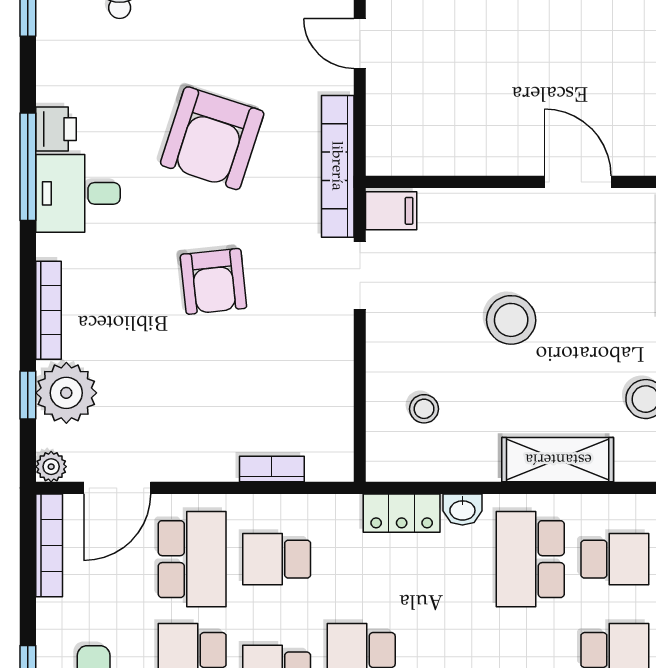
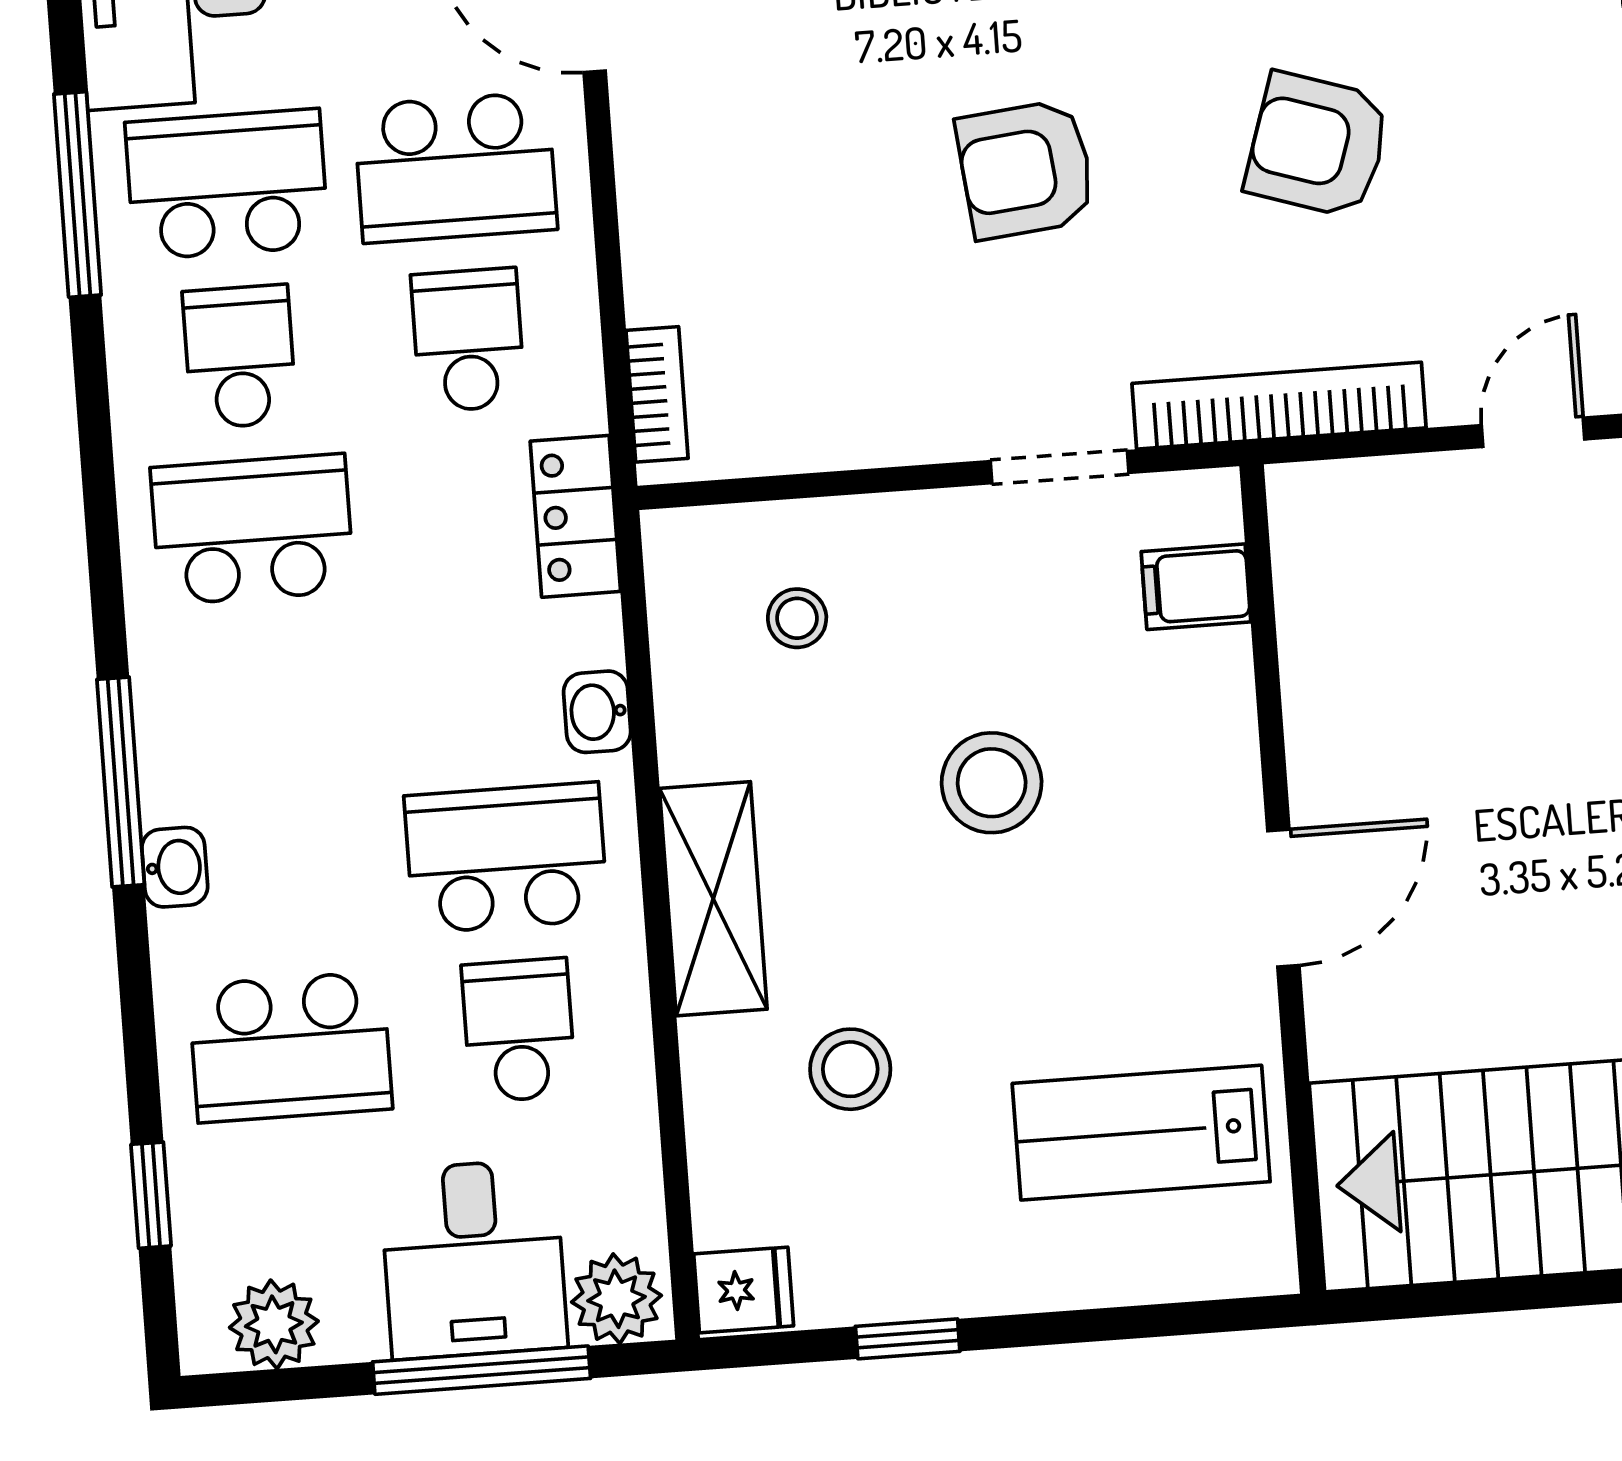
armchair: (212, 138) -> (1318, 145), width x0.73, depth x0.73
filing cabinet: (391, 211) -> (1196, 587), moved, turned 90
bookcase: (272, 469) -> (657, 394), moved
locker: (402, 513) -> (575, 516), moved
school desk: (615, 559) -> (519, 1030), turned 180

